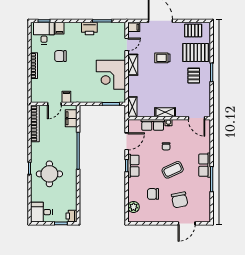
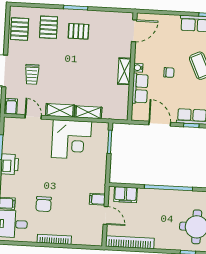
pallet: (196, 53) -> (49, 27), width x0.67, depth x0.71
trolley: (162, 58) -> (32, 74), moved
shelving: (132, 107) -> (88, 112), moved

